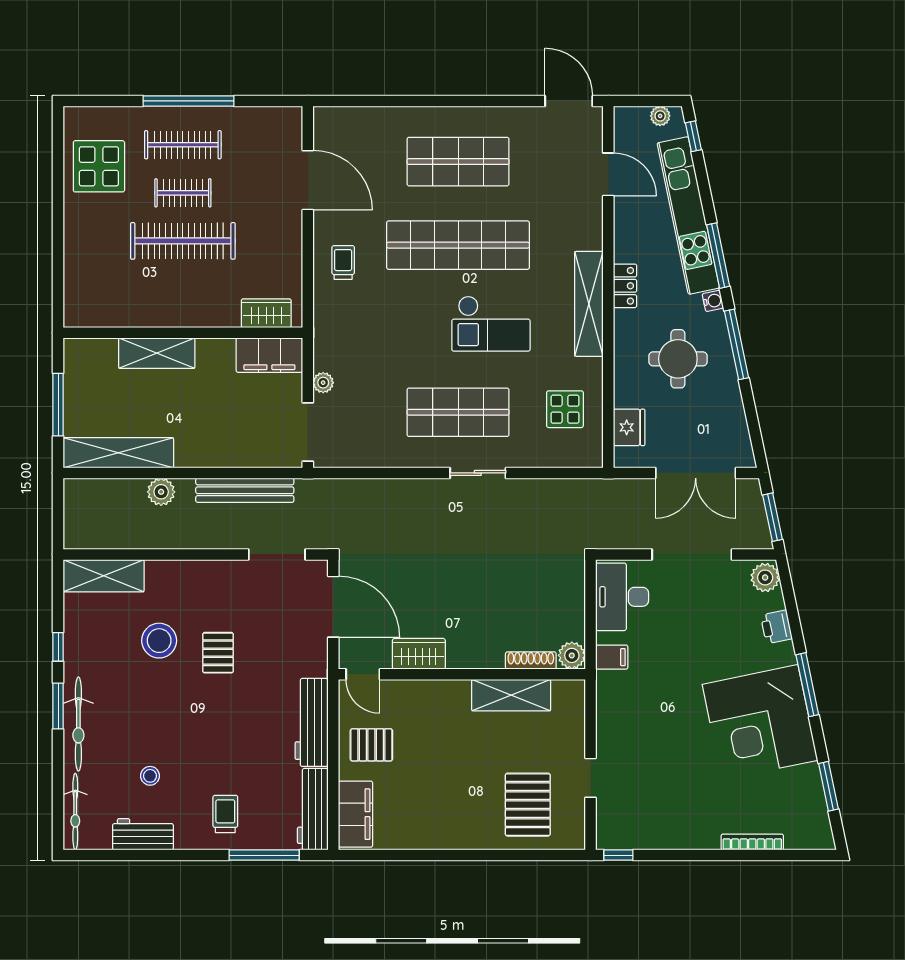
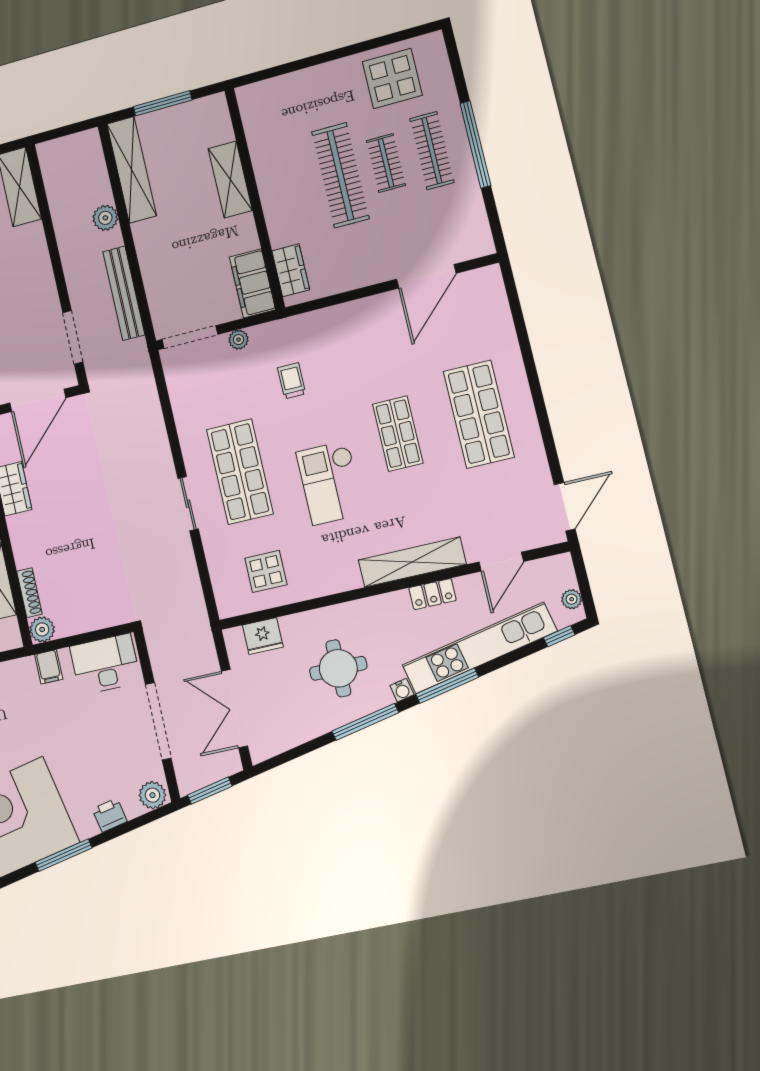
shop shelf: (458, 245) -> (398, 434), width x0.50, depth x0.74
trolley: (343, 262) -> (292, 381), moved, turned -90
locker: (625, 286) -> (433, 594), moved
shelving: (589, 304) -> (412, 562), moved

